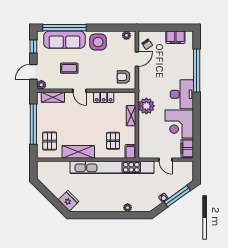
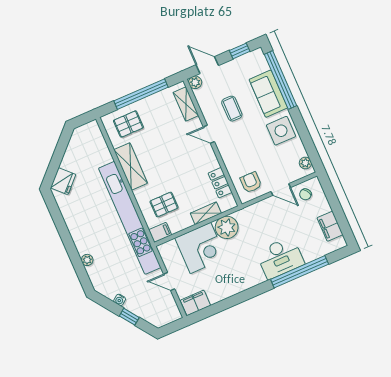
sofa: (64, 40) -> (268, 94), width x0.73
door: (80, 91) -> (209, 134), hinge flipped
desk: (182, 94) -> (280, 258), moved
locker: (104, 97) -> (220, 183), moved
corner desk: (179, 124) -> (201, 248), moved, turned 180
door: (165, 160) -> (169, 281), hinge flipped
window: (177, 196) -> (129, 317), width x0.46

